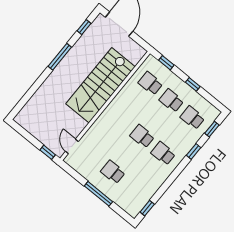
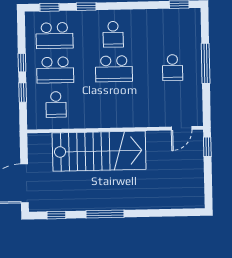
window: (166, 63) -> (23, 93), moved
school desk: (171, 101) -> (55, 70), width x1.85
school desk: (192, 118) -> (54, 36), width x1.85
school desk: (142, 136) -> (114, 69), width x1.85

